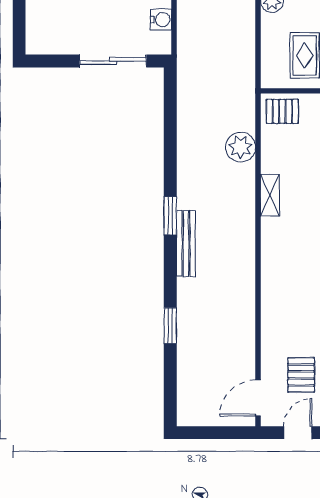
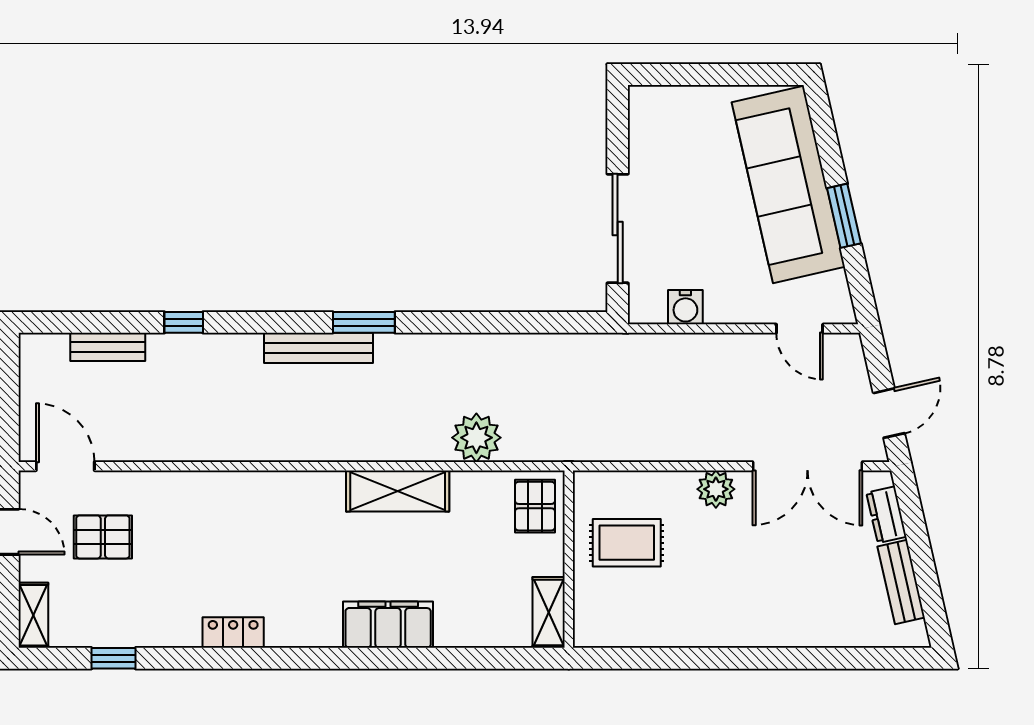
shelving: (270, 195) -> (398, 491), width x1.50, depth x1.33
window: (170, 326) -> (184, 322), width x0.67
bench: (185, 372) -> (108, 347), added

